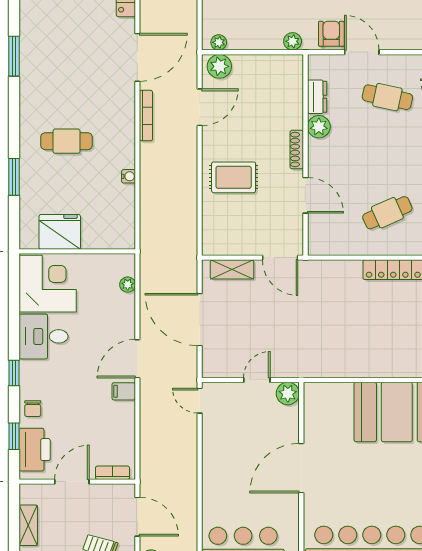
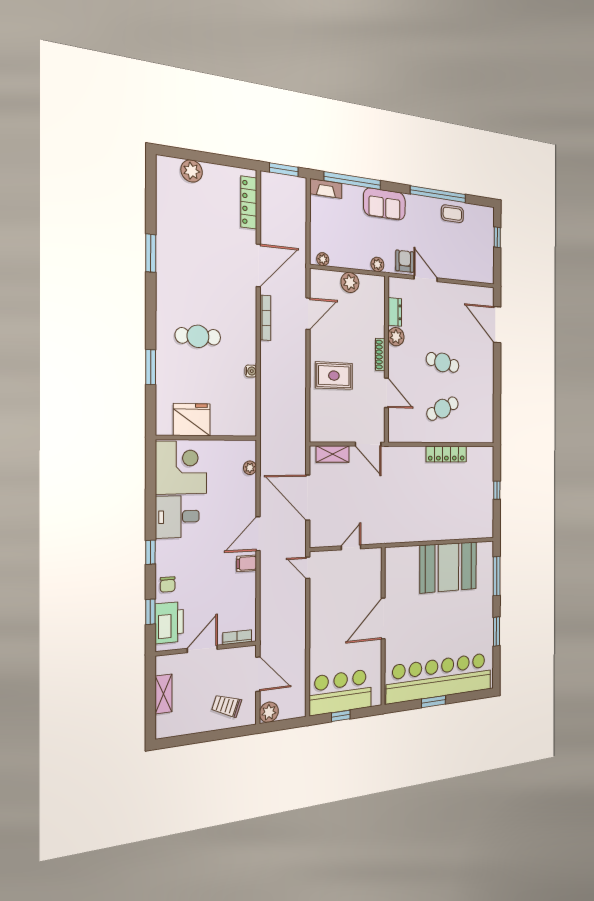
plant: (219, 66) -> (350, 282), moved
cafe table: (387, 97) -> (443, 362), moved
plant: (288, 393) -> (374, 557), removed

